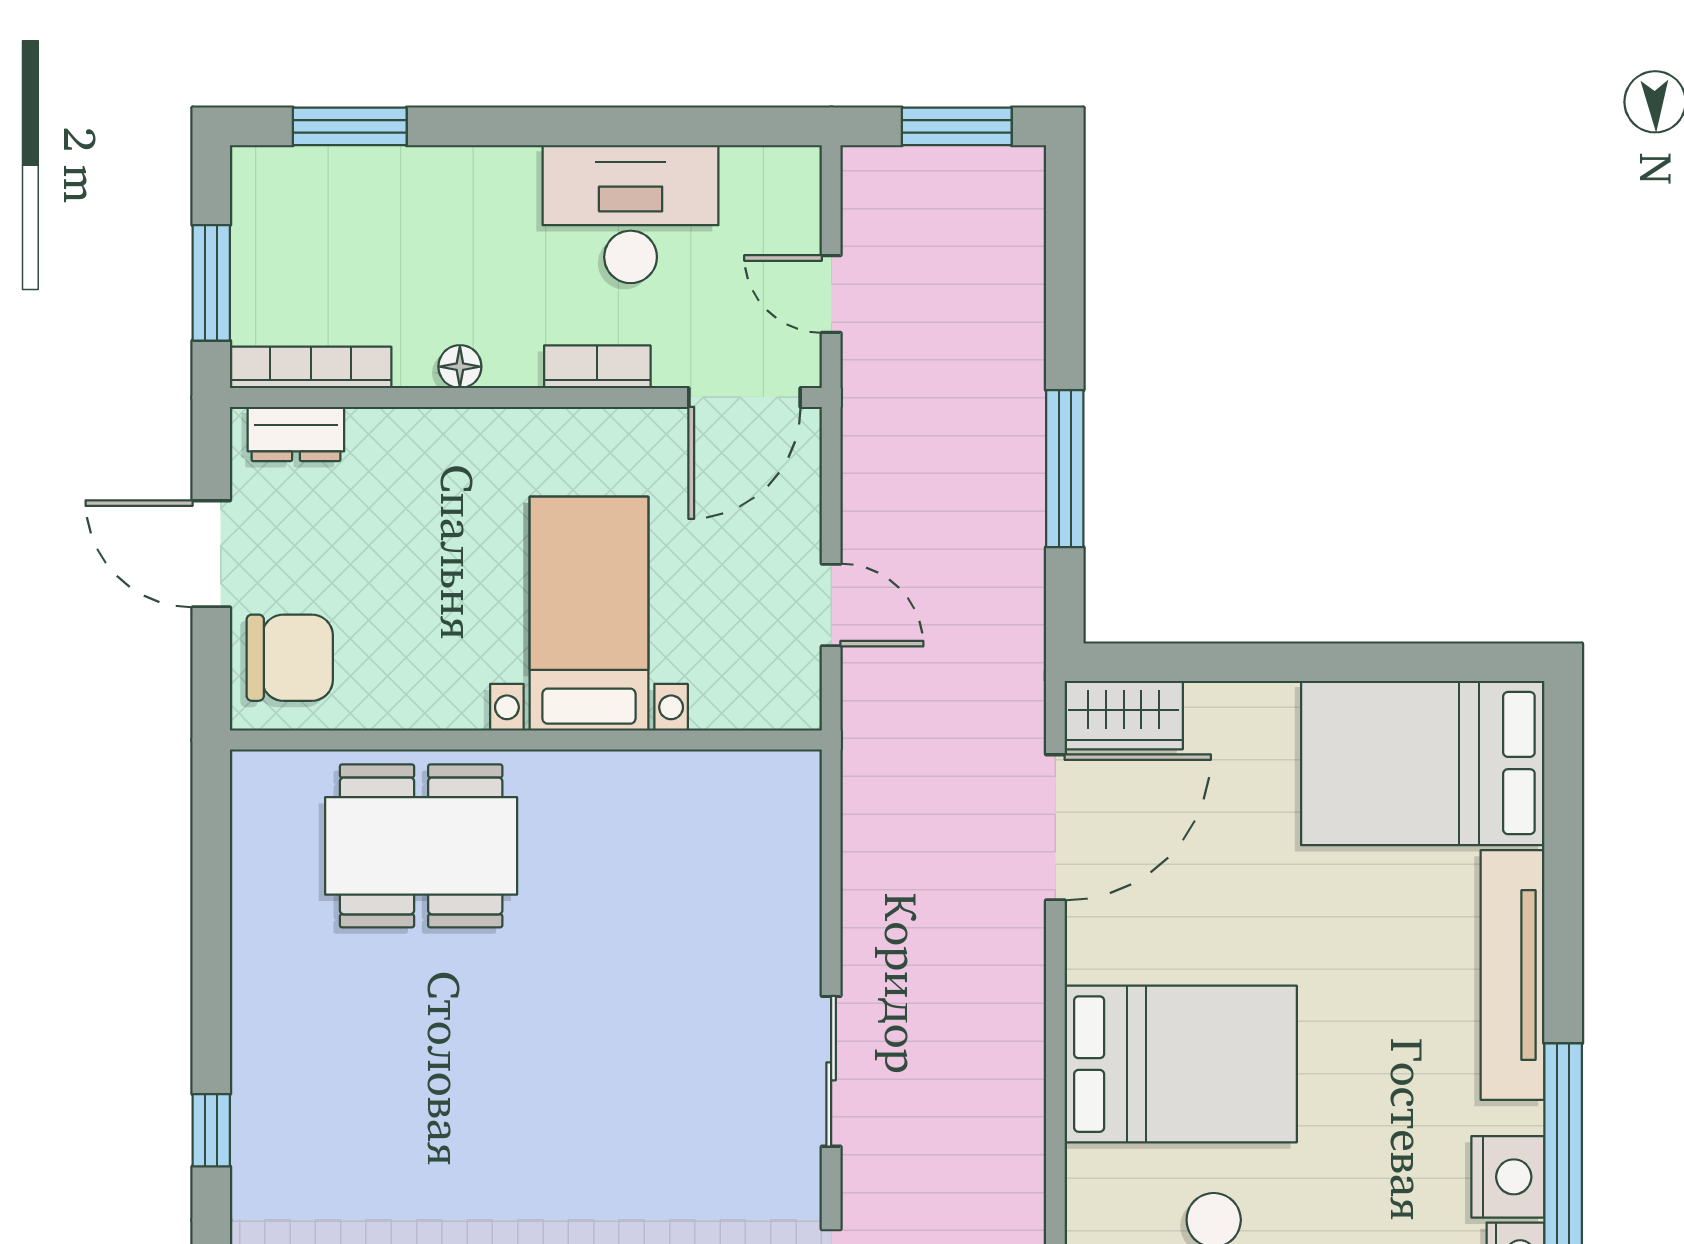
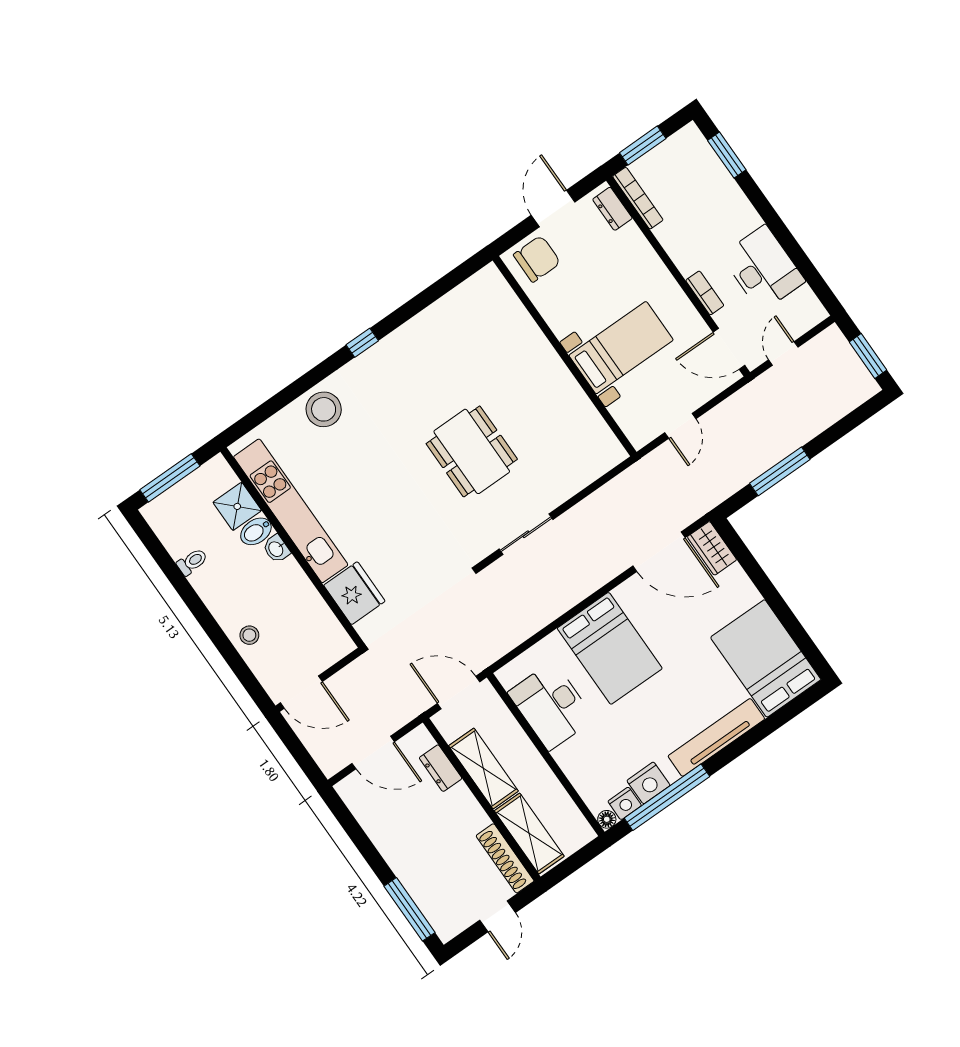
floor lamp: (460, 367) -> (673, 247), removed
chair: (290, 658) -> (537, 259), turned -90
dining table: (421, 846) -> (472, 451), moved

